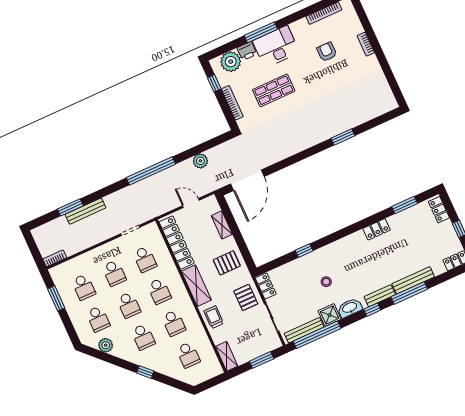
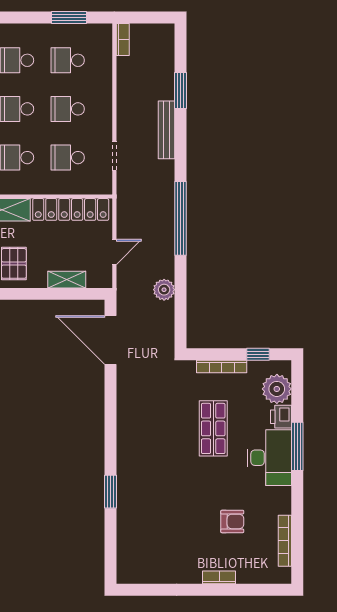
bench: (85, 211) -> (167, 130), moved

